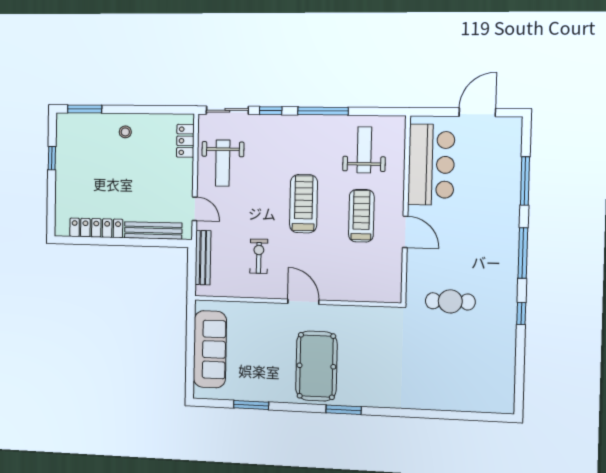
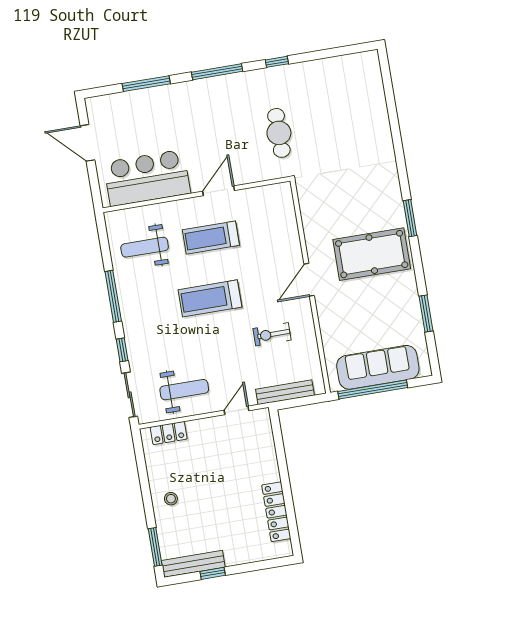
bench: (153, 231) -> (193, 564), moved, turned 90
window: (190, 340) -> (373, 390), added

